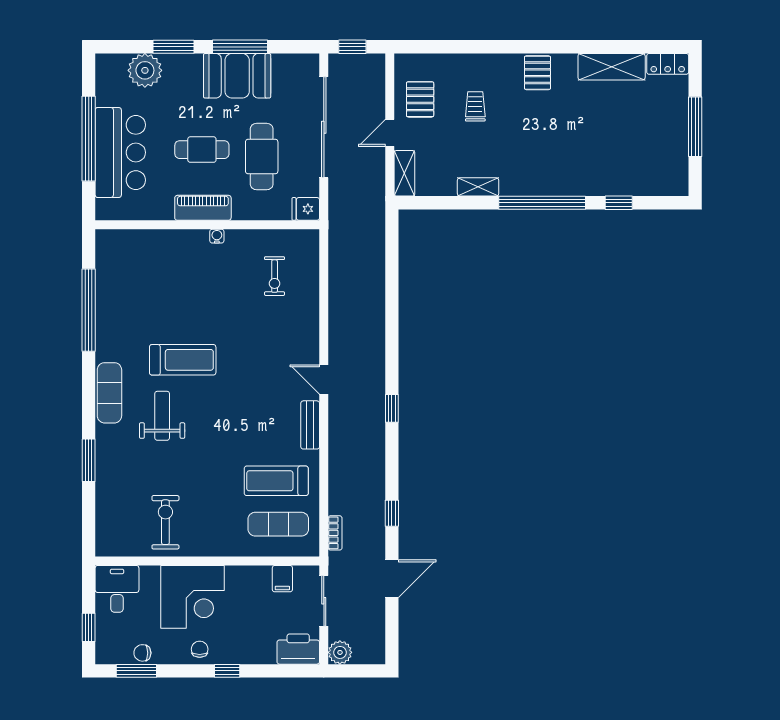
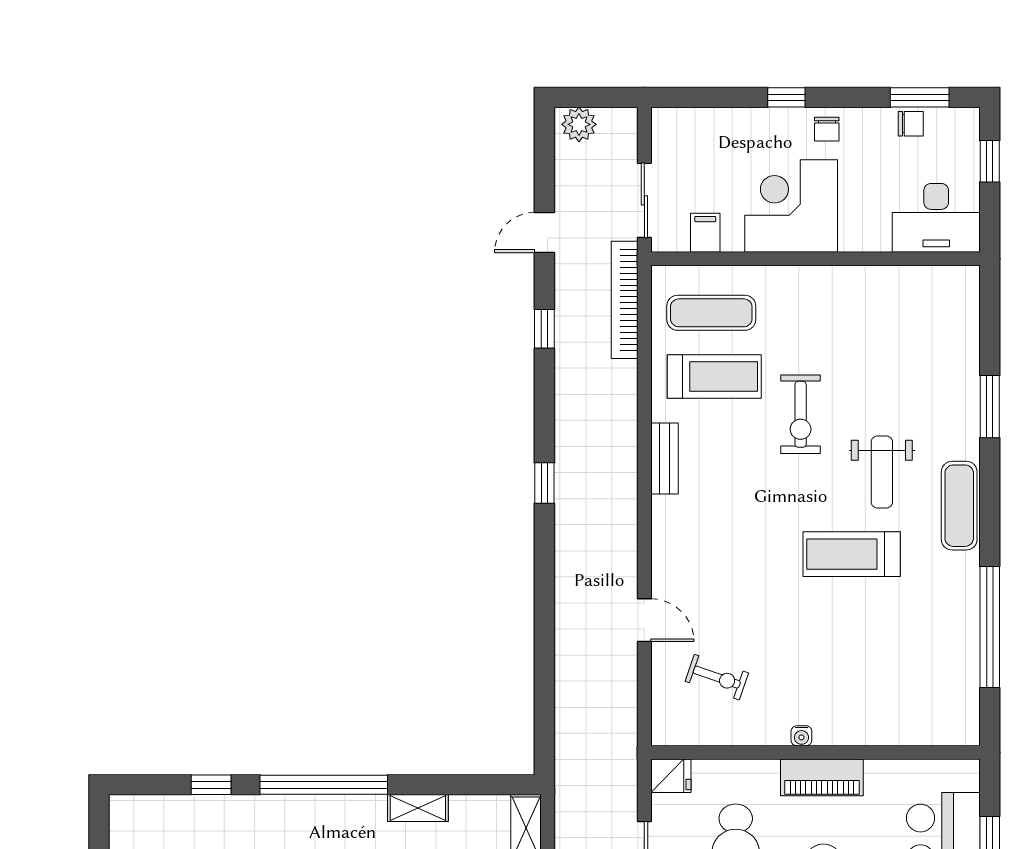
exercise bike: (275, 276) -> (717, 677), turned 109
door: (324, 379) -> (644, 620), moved
exercise bike: (165, 522) -> (801, 414), moved
bookcase: (335, 533) -> (625, 300), width x2.31, depth x1.31
door: (392, 579) -> (544, 233), width x0.73
desk: (117, 589) -> (936, 218), width x1.37
corner desk: (192, 597) -> (791, 206), moved
printer: (298, 649) -> (682, 129), removed
plant: (340, 652) -> (579, 124), moved

